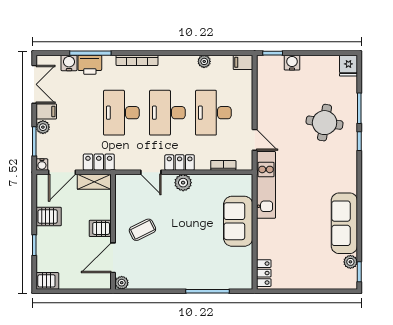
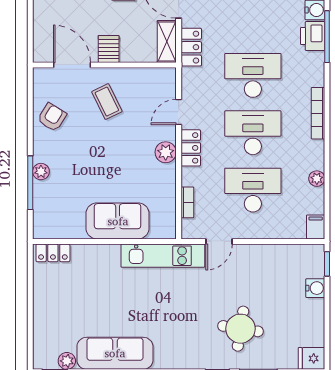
bookcase: (137, 60) -> (318, 113), moved
armchair: (155, 274) -> (52, 117), added
plant: (122, 283) -> (41, 172), moved

